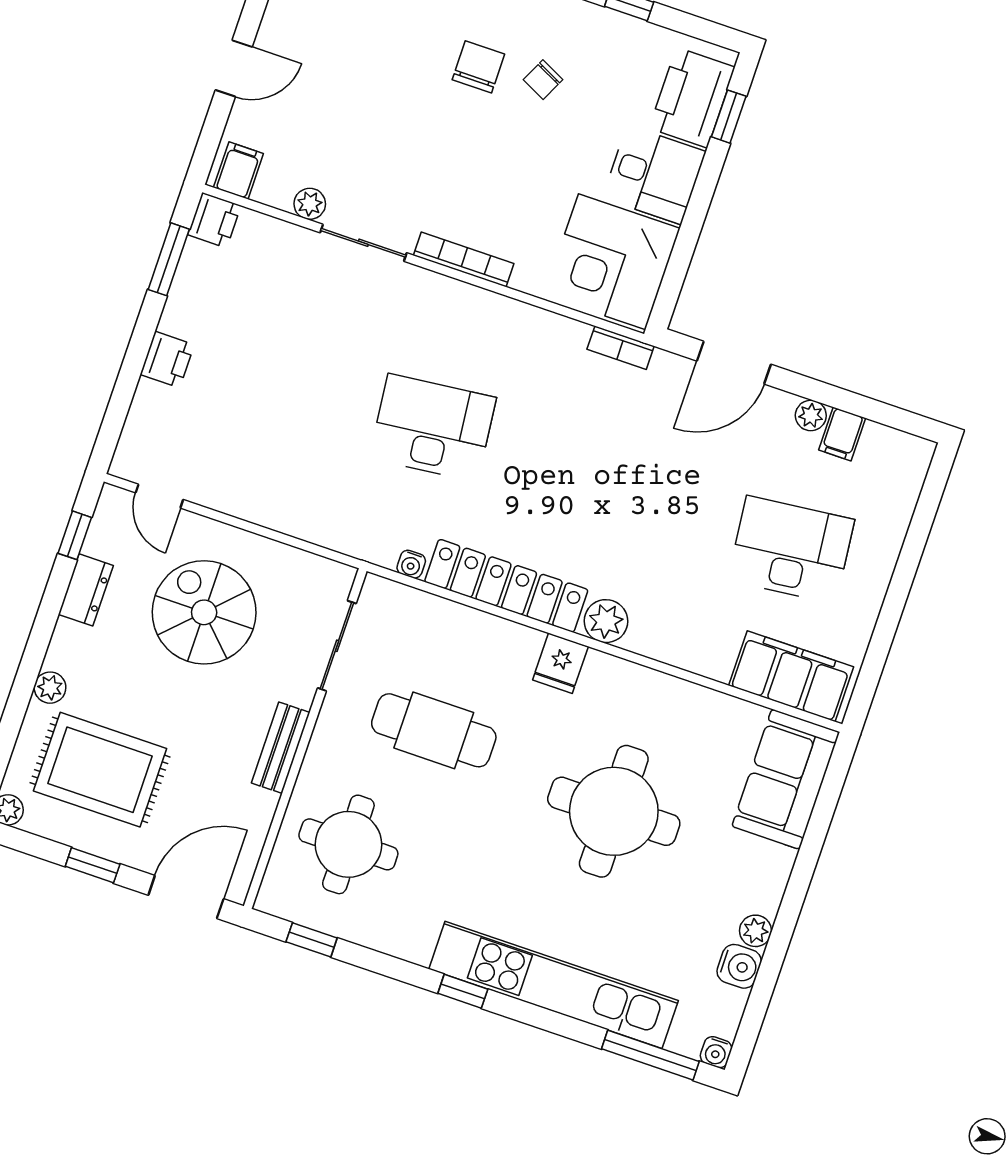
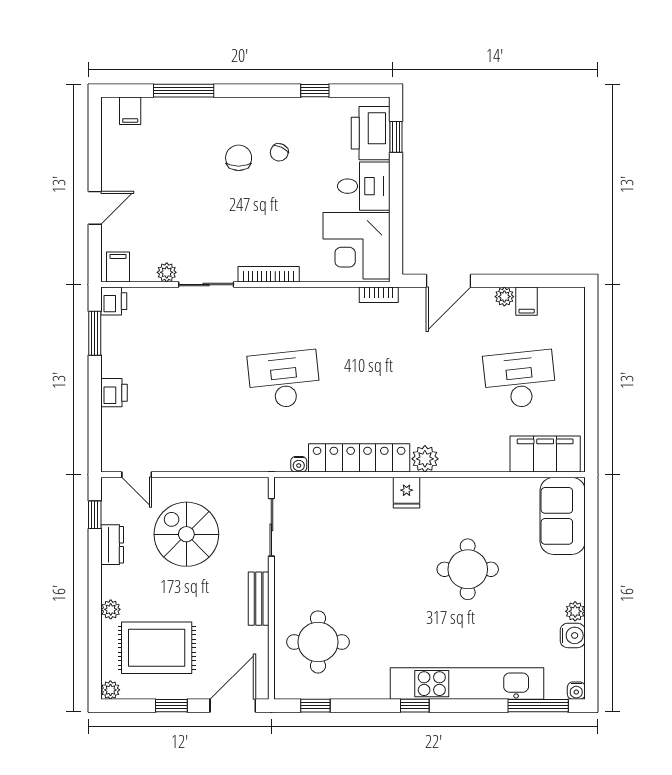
cafe table: (434, 730) -> (345, 558), removed
round table: (614, 811) -> (468, 569), width x0.73, depth x0.73

